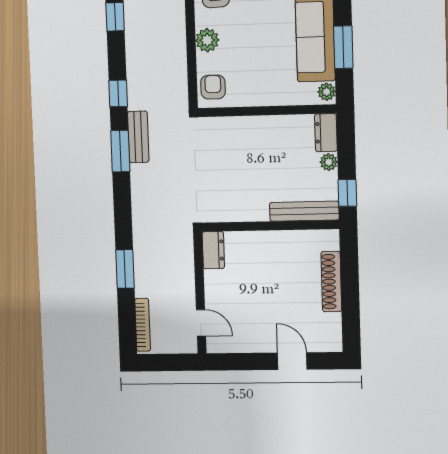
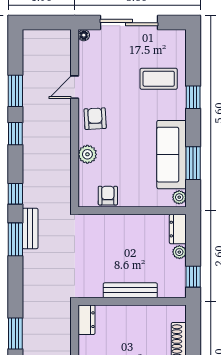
armchair: (213, 87) -> (108, 196), moved
bench: (304, 211) -> (130, 290), moved

